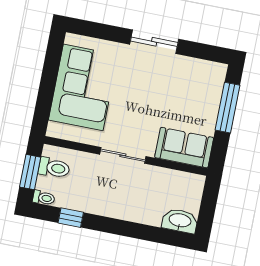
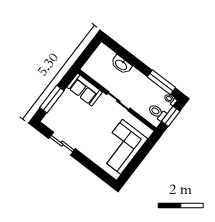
sliding door: (154, 42) -> (62, 144), moved
window: (71, 218) -> (161, 82), width x2.17
washbasin: (180, 221) -> (121, 65), moved

